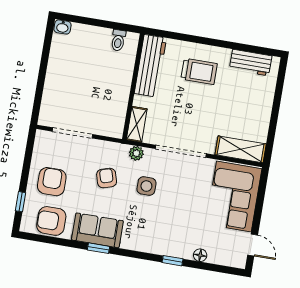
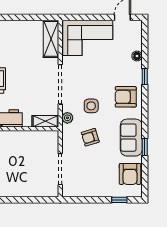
armchair: (52, 182) -> (126, 97), moved
window: (98, 248) -> (145, 147), moved

